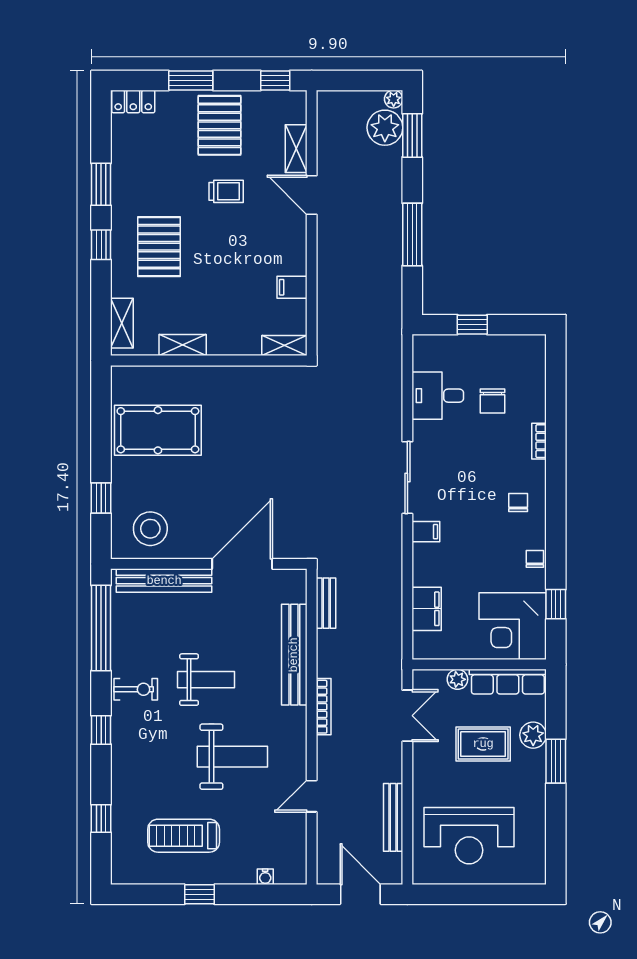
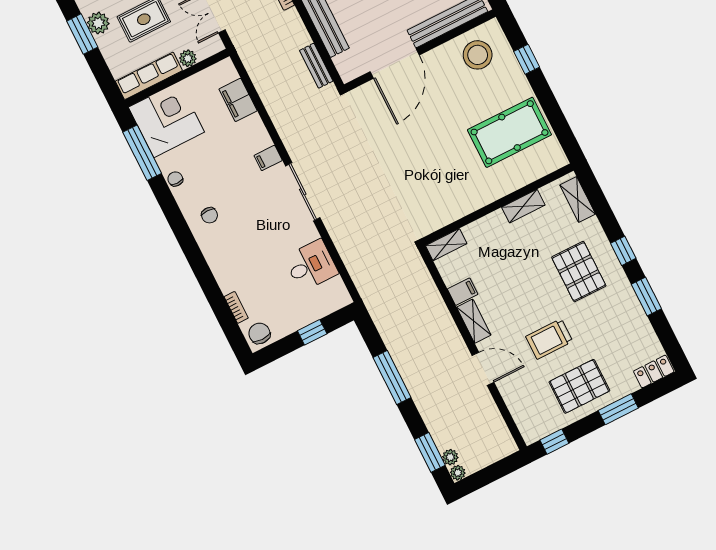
pallet: (219, 125) -> (579, 386), turned 90
plant: (385, 128) -> (450, 457), width x0.53, depth x0.53
shelving: (296, 149) -> (474, 321), moved
trolley: (226, 191) -> (549, 339), width x1.36, depth x1.39
chair: (492, 401) -> (259, 333), moved
bookcase: (539, 441) -> (236, 307), moved
chair: (535, 559) -> (175, 179), turned 180
window: (556, 604) -> (142, 153), width x2.17
plant: (533, 735) -> (98, 23), moved

